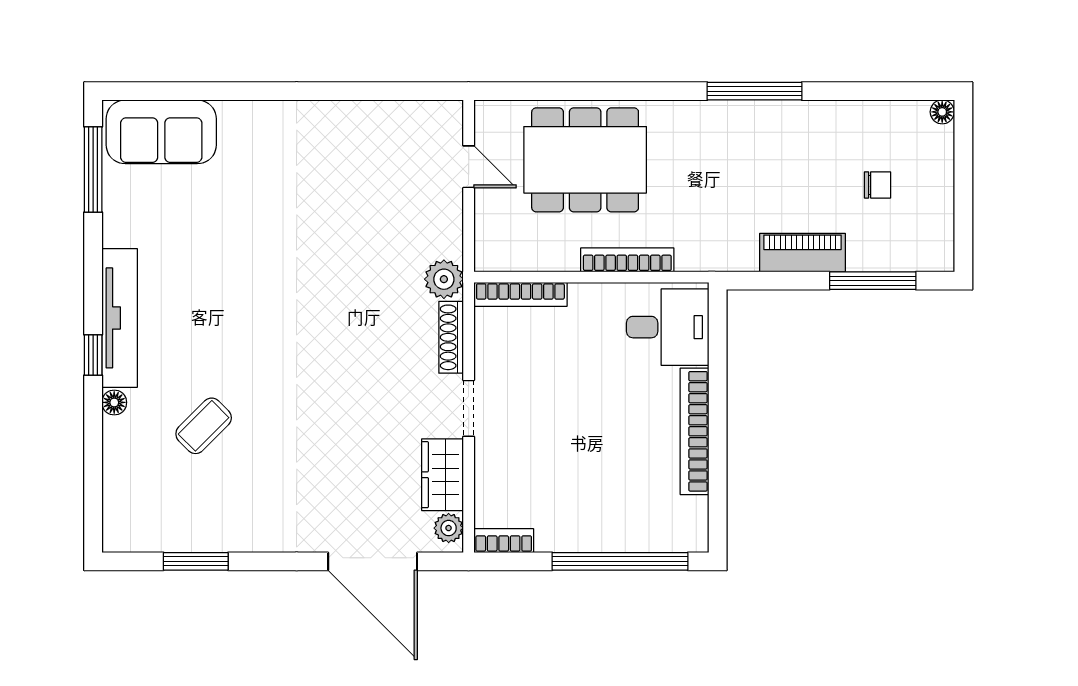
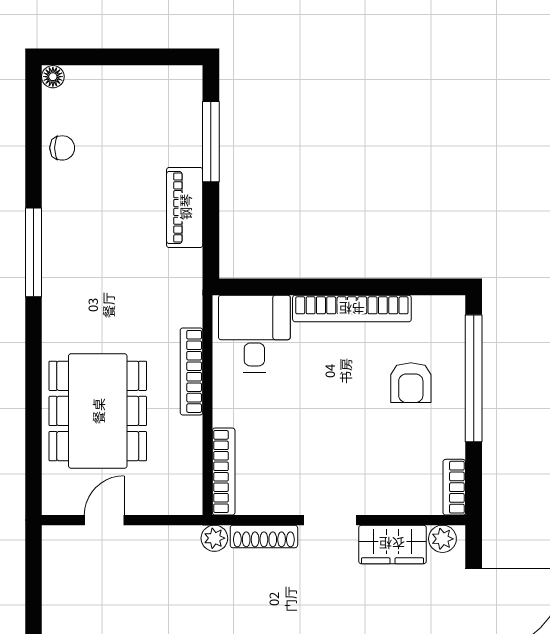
chair: (878, 185) -> (62, 148), moved, turned 90
plant: (444, 279) -> (214, 538), width x0.73, depth x0.73
armchair: (615, 494) -> (411, 383), added

